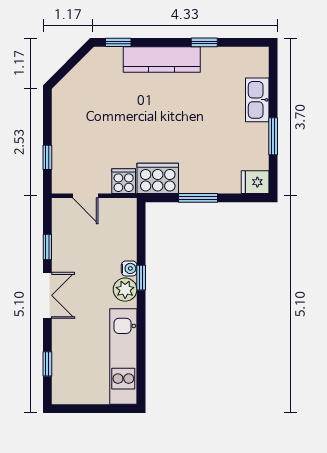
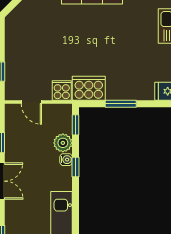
window: (141, 225) -> (76, 125), added
plant: (125, 290) -> (63, 143), moved

